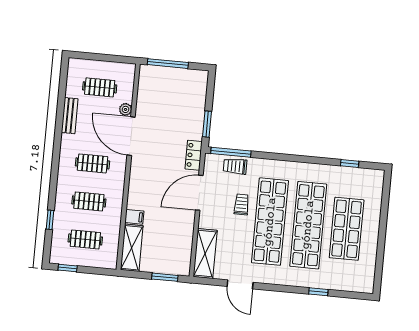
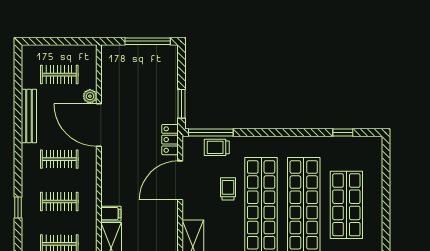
window: (168, 64) -> (148, 41), moved
bench: (70, 116) -> (29, 116), width x1.36
window: (50, 220) -> (18, 207), moved

